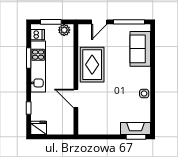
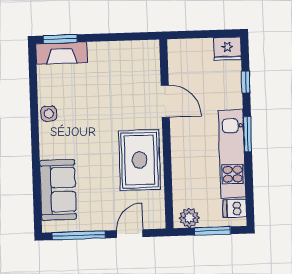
window: (29, 58) -> (248, 134), moved

